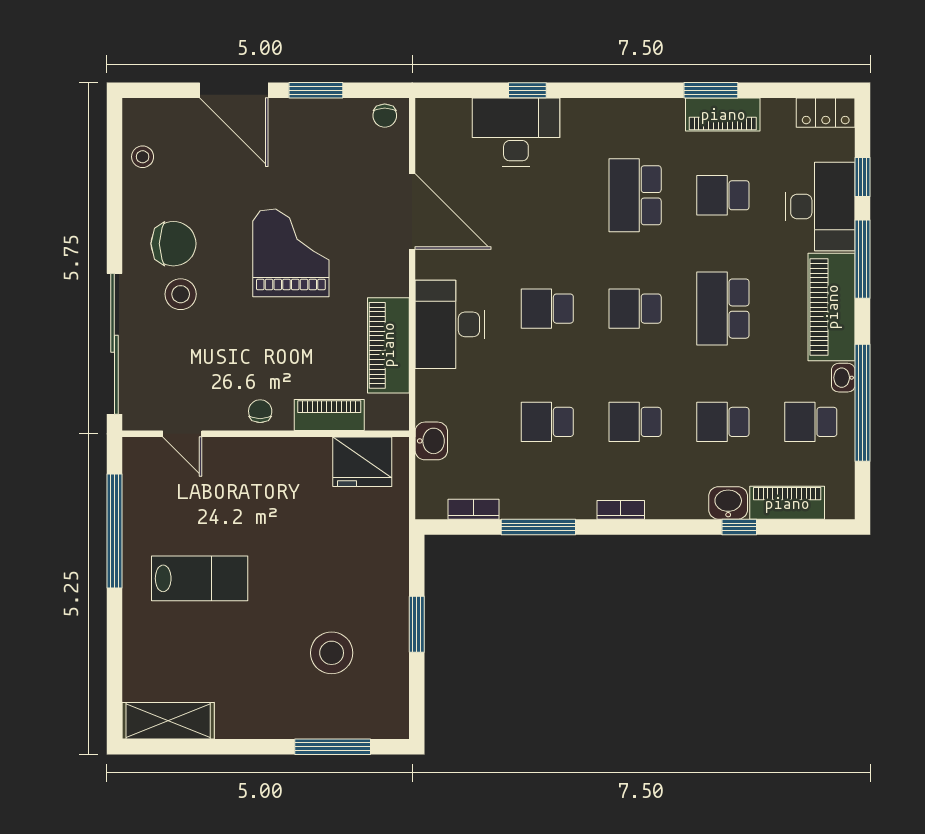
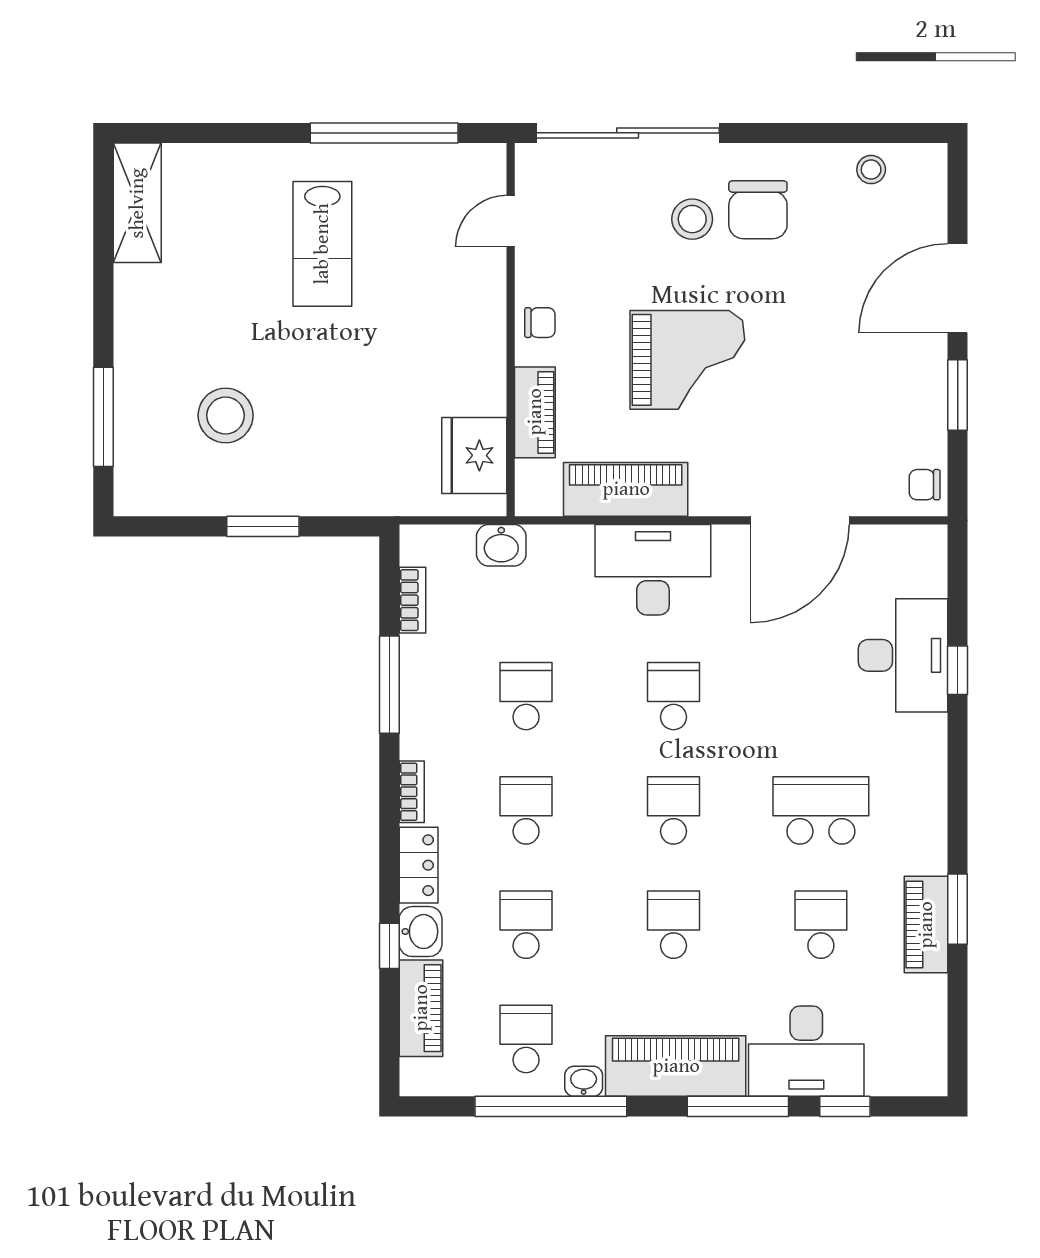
locker: (826, 113) -> (419, 865), moved, turned 180
grand piano: (291, 253) -> (687, 360), moved
school desk: (723, 309) -> (673, 925), width x0.54

